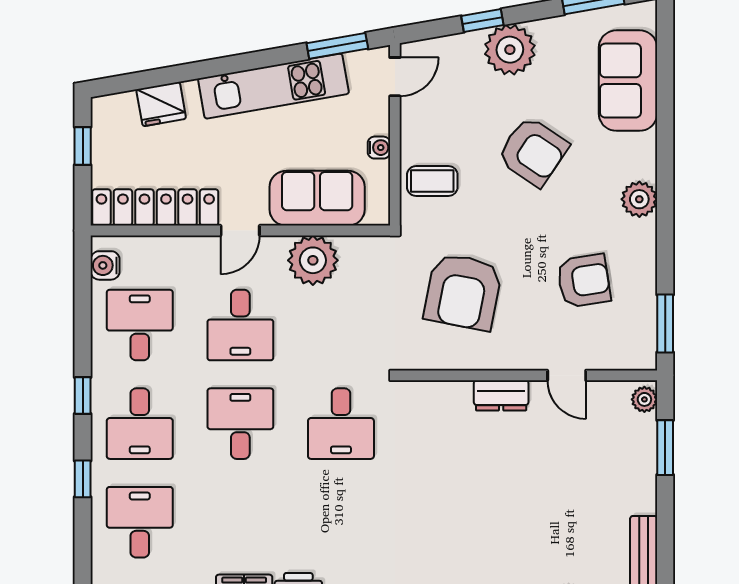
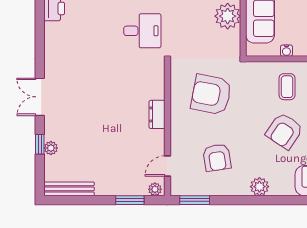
coffee table: (432, 181) -> (287, 87), moved
door: (567, 375) -> (168, 166), moved
desk: (341, 424) -> (142, 31), turned 180

